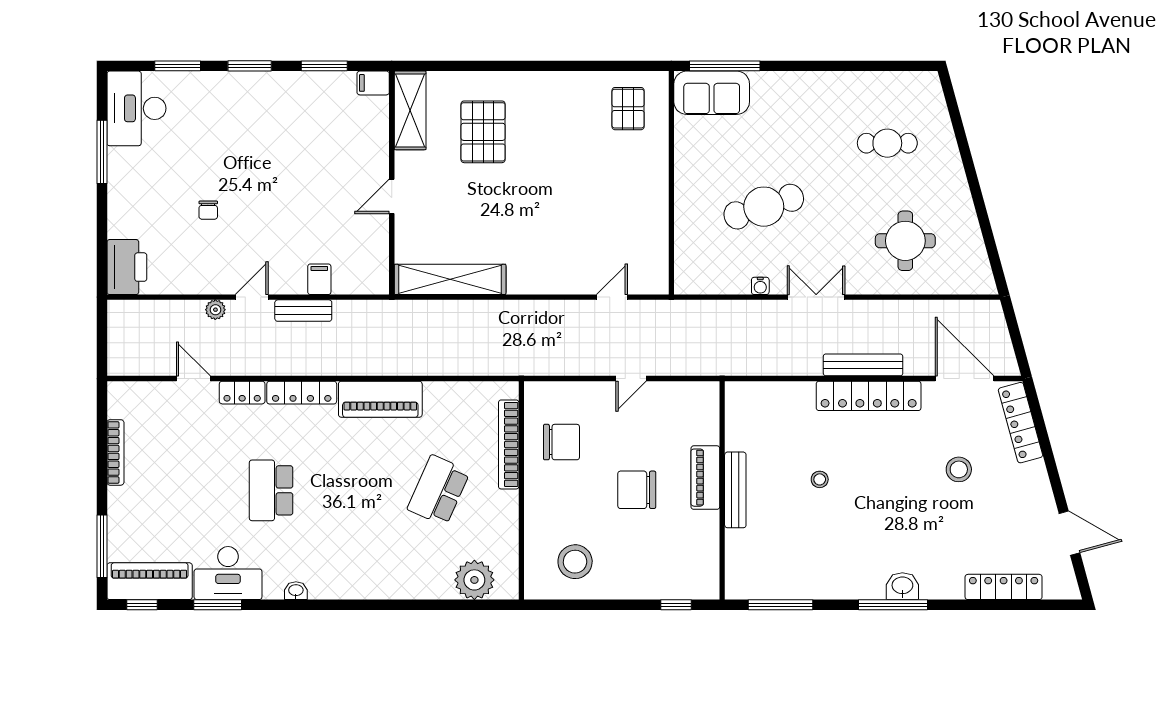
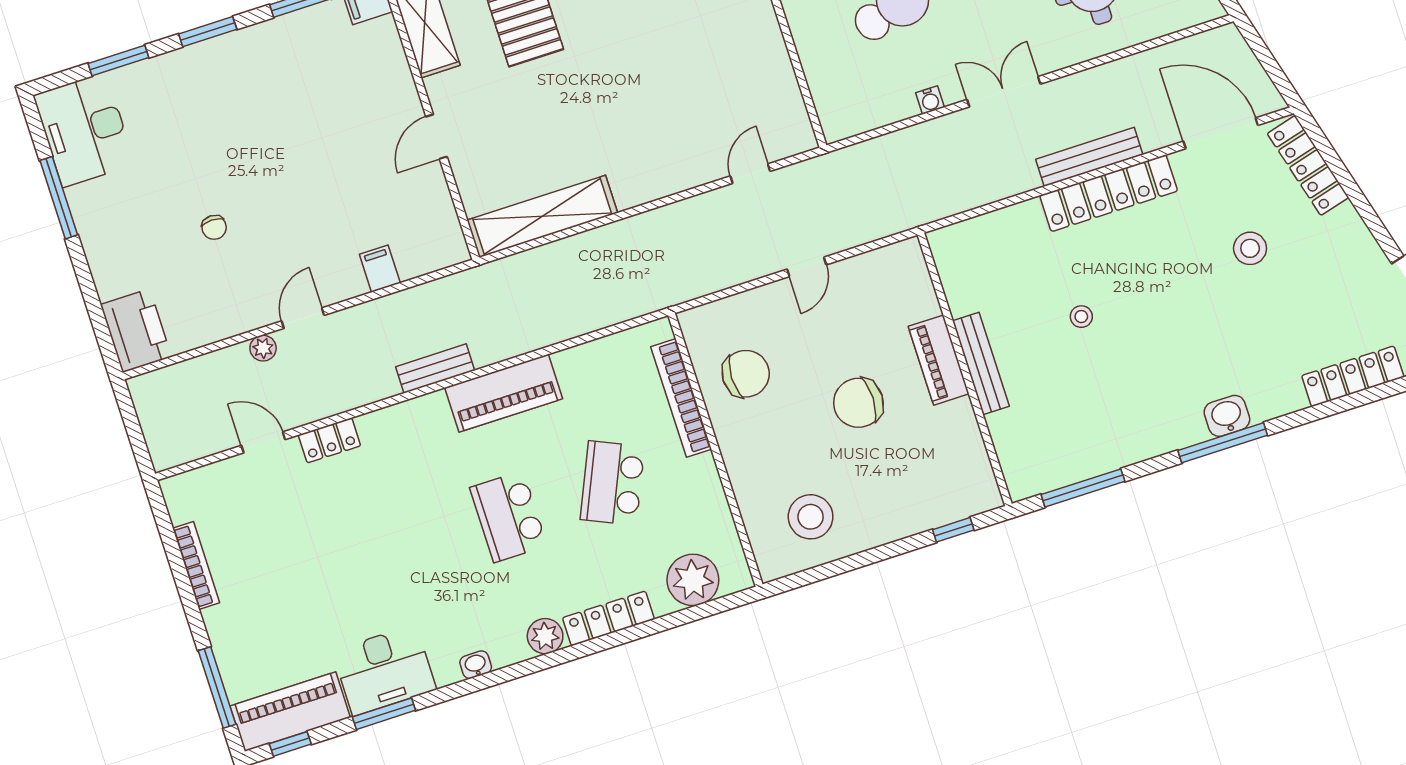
bench: (303, 311) -> (435, 369), moved
locker: (302, 393) -> (608, 618), moved, turned 180
school desk: (271, 490) -> (508, 517), moved
plant: (353, 586) -> (545, 636), added

